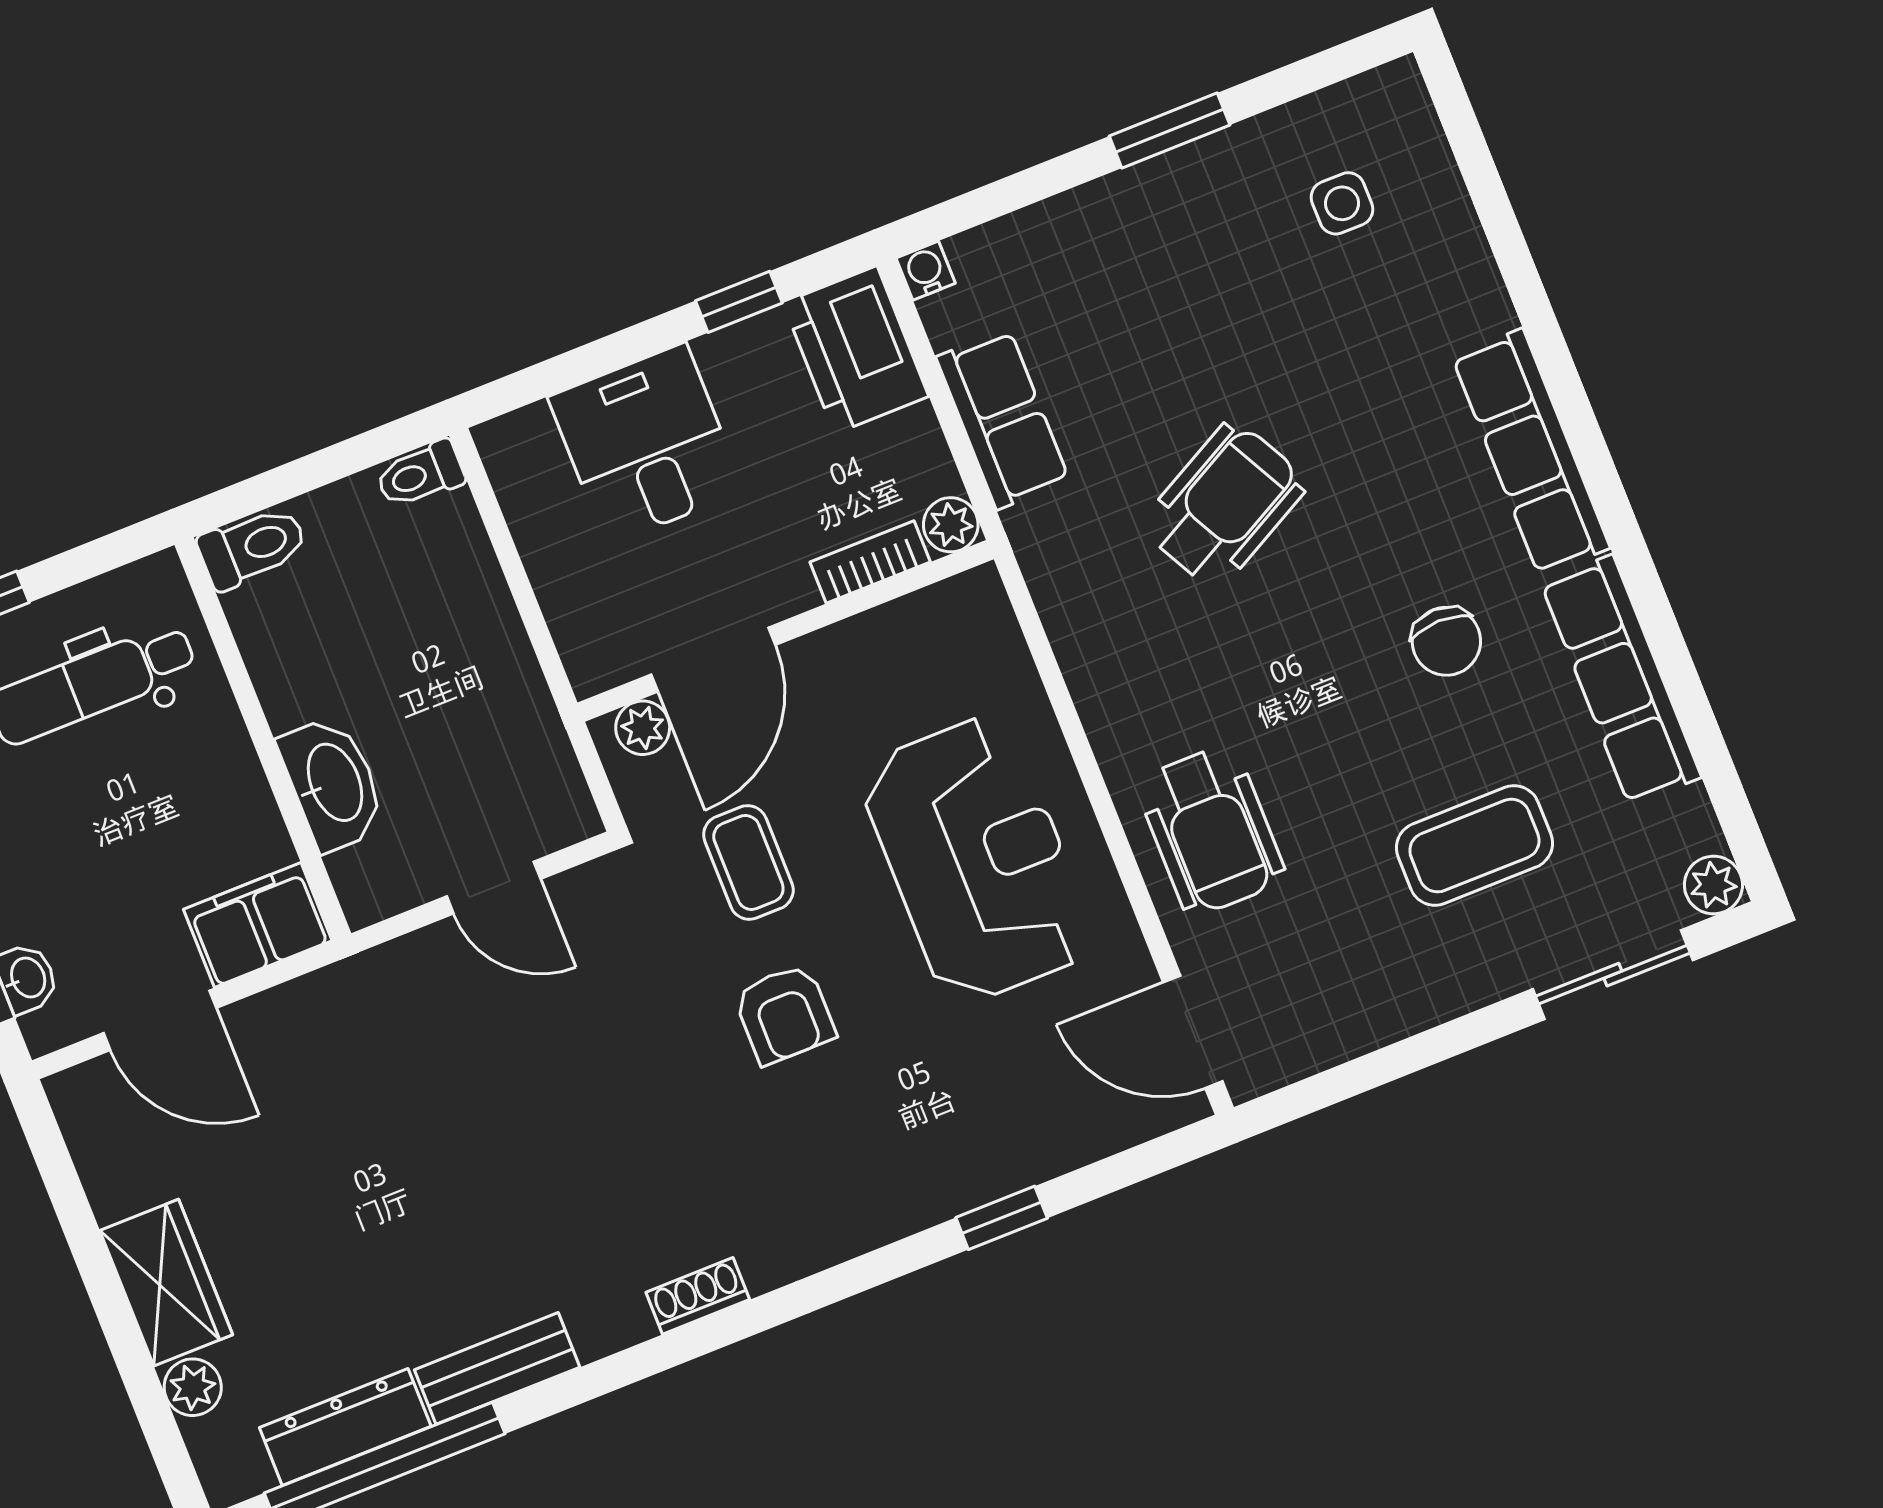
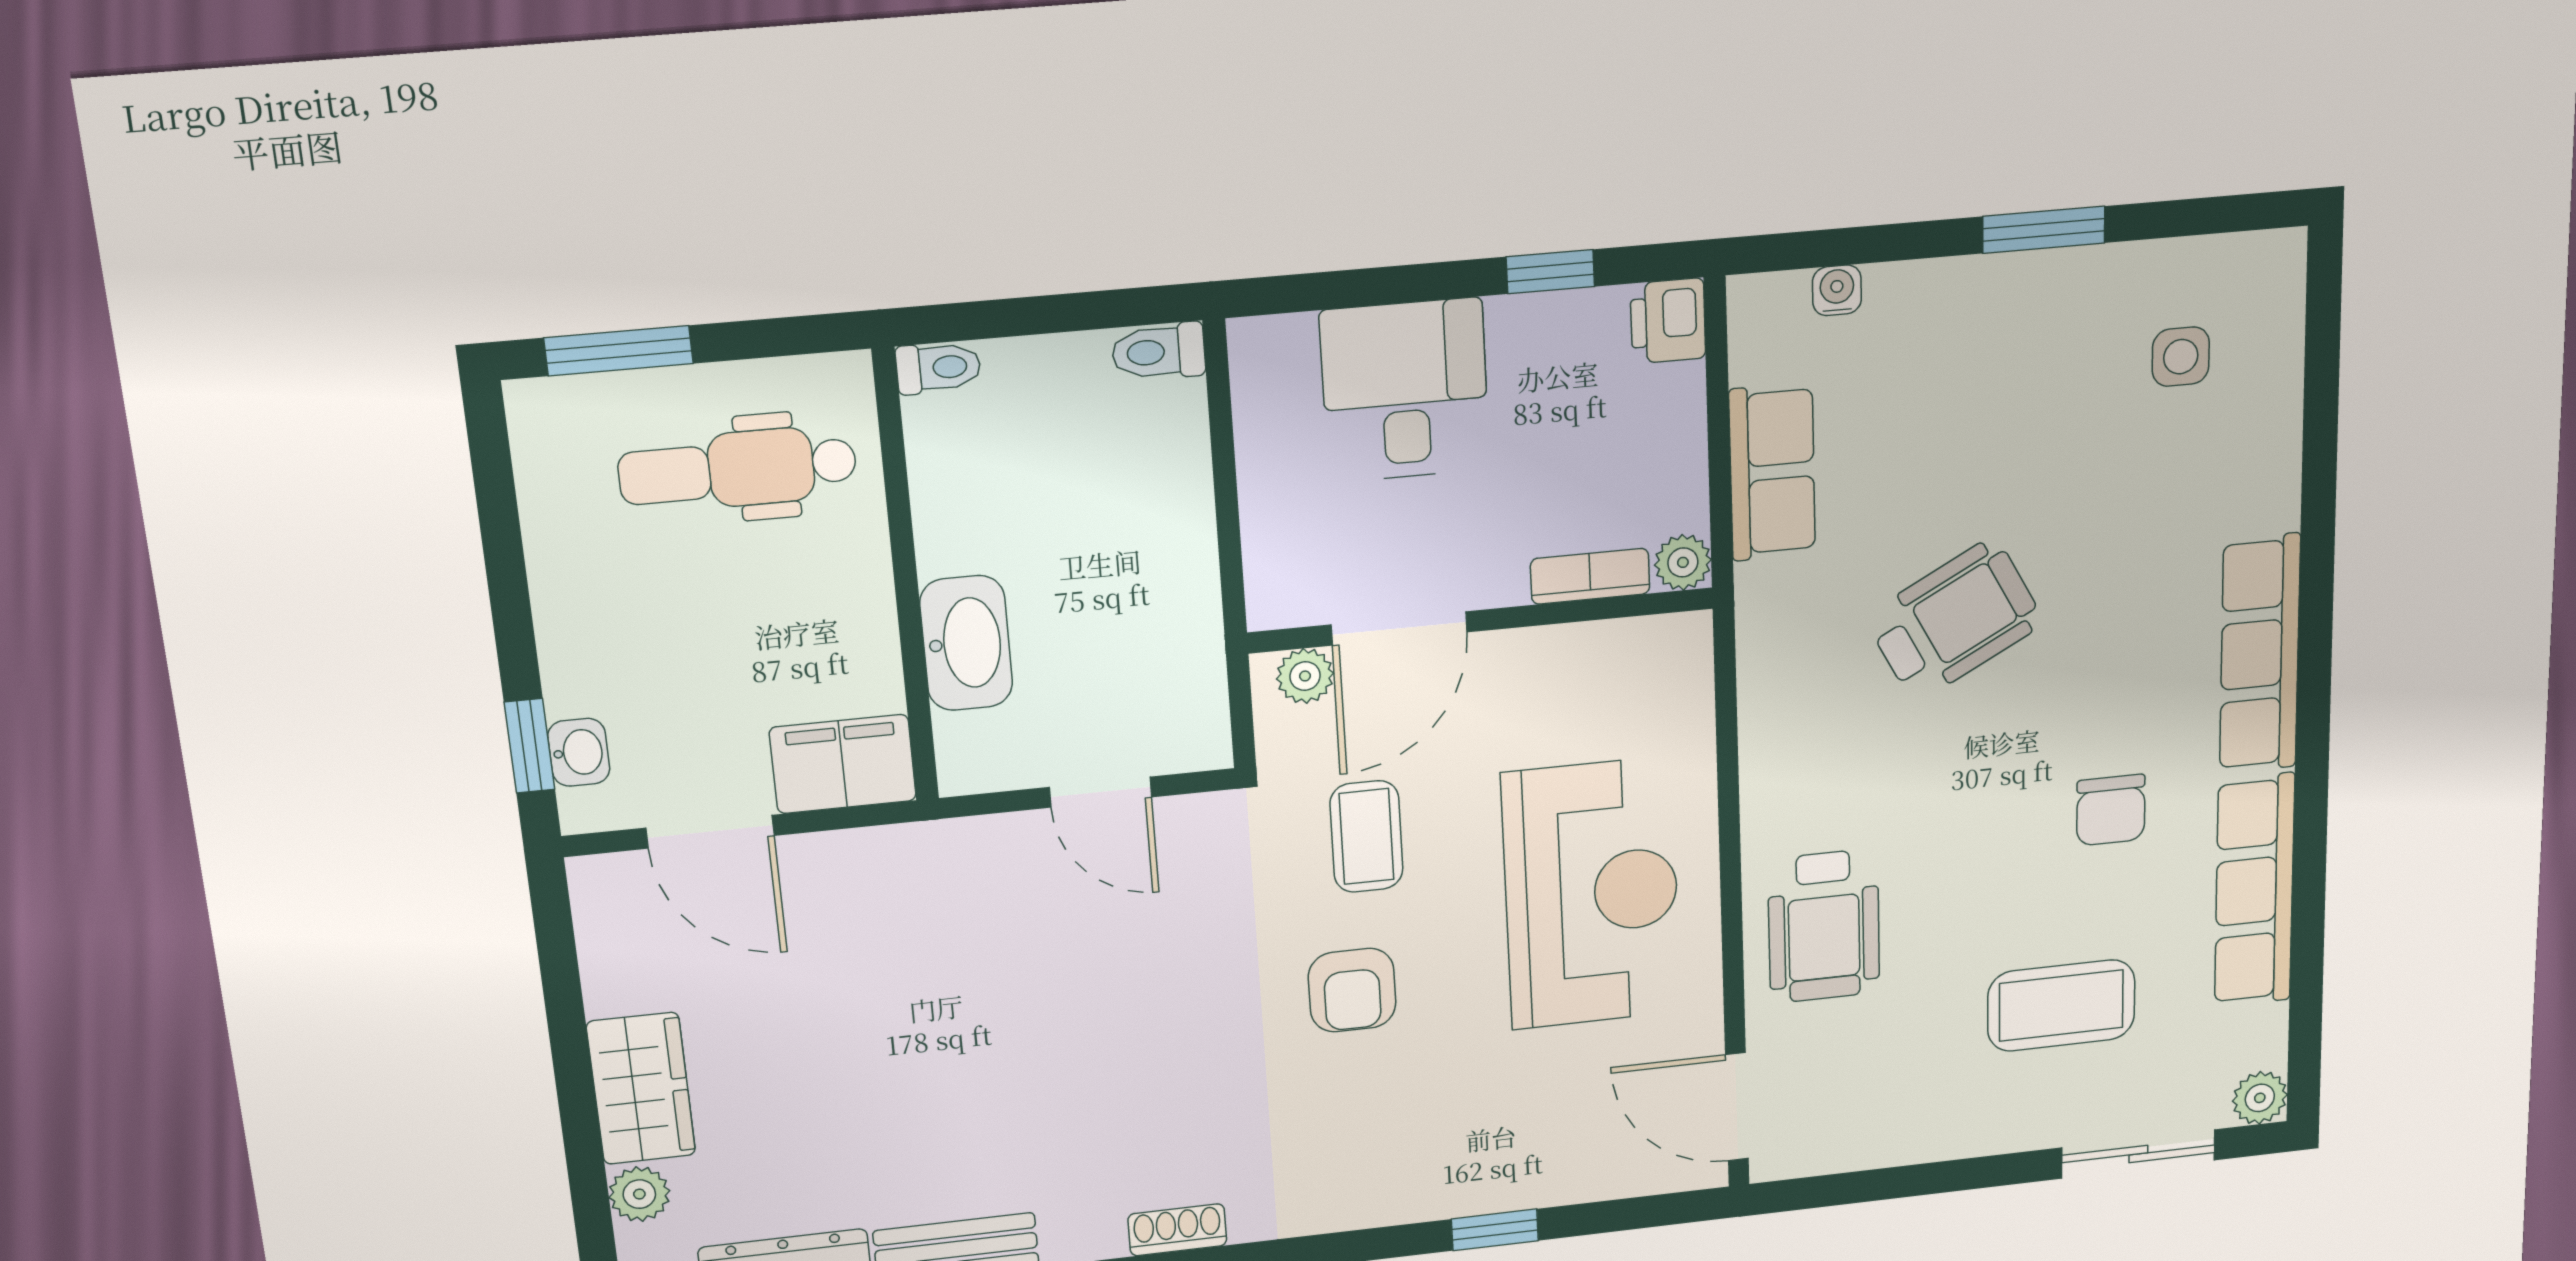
water cooler: (926, 271) -> (1837, 290), moved
printer: (856, 350) -> (1668, 321), width x0.53, depth x0.68
toilet: (252, 547) -> (938, 368), width x0.73, depth x0.72

